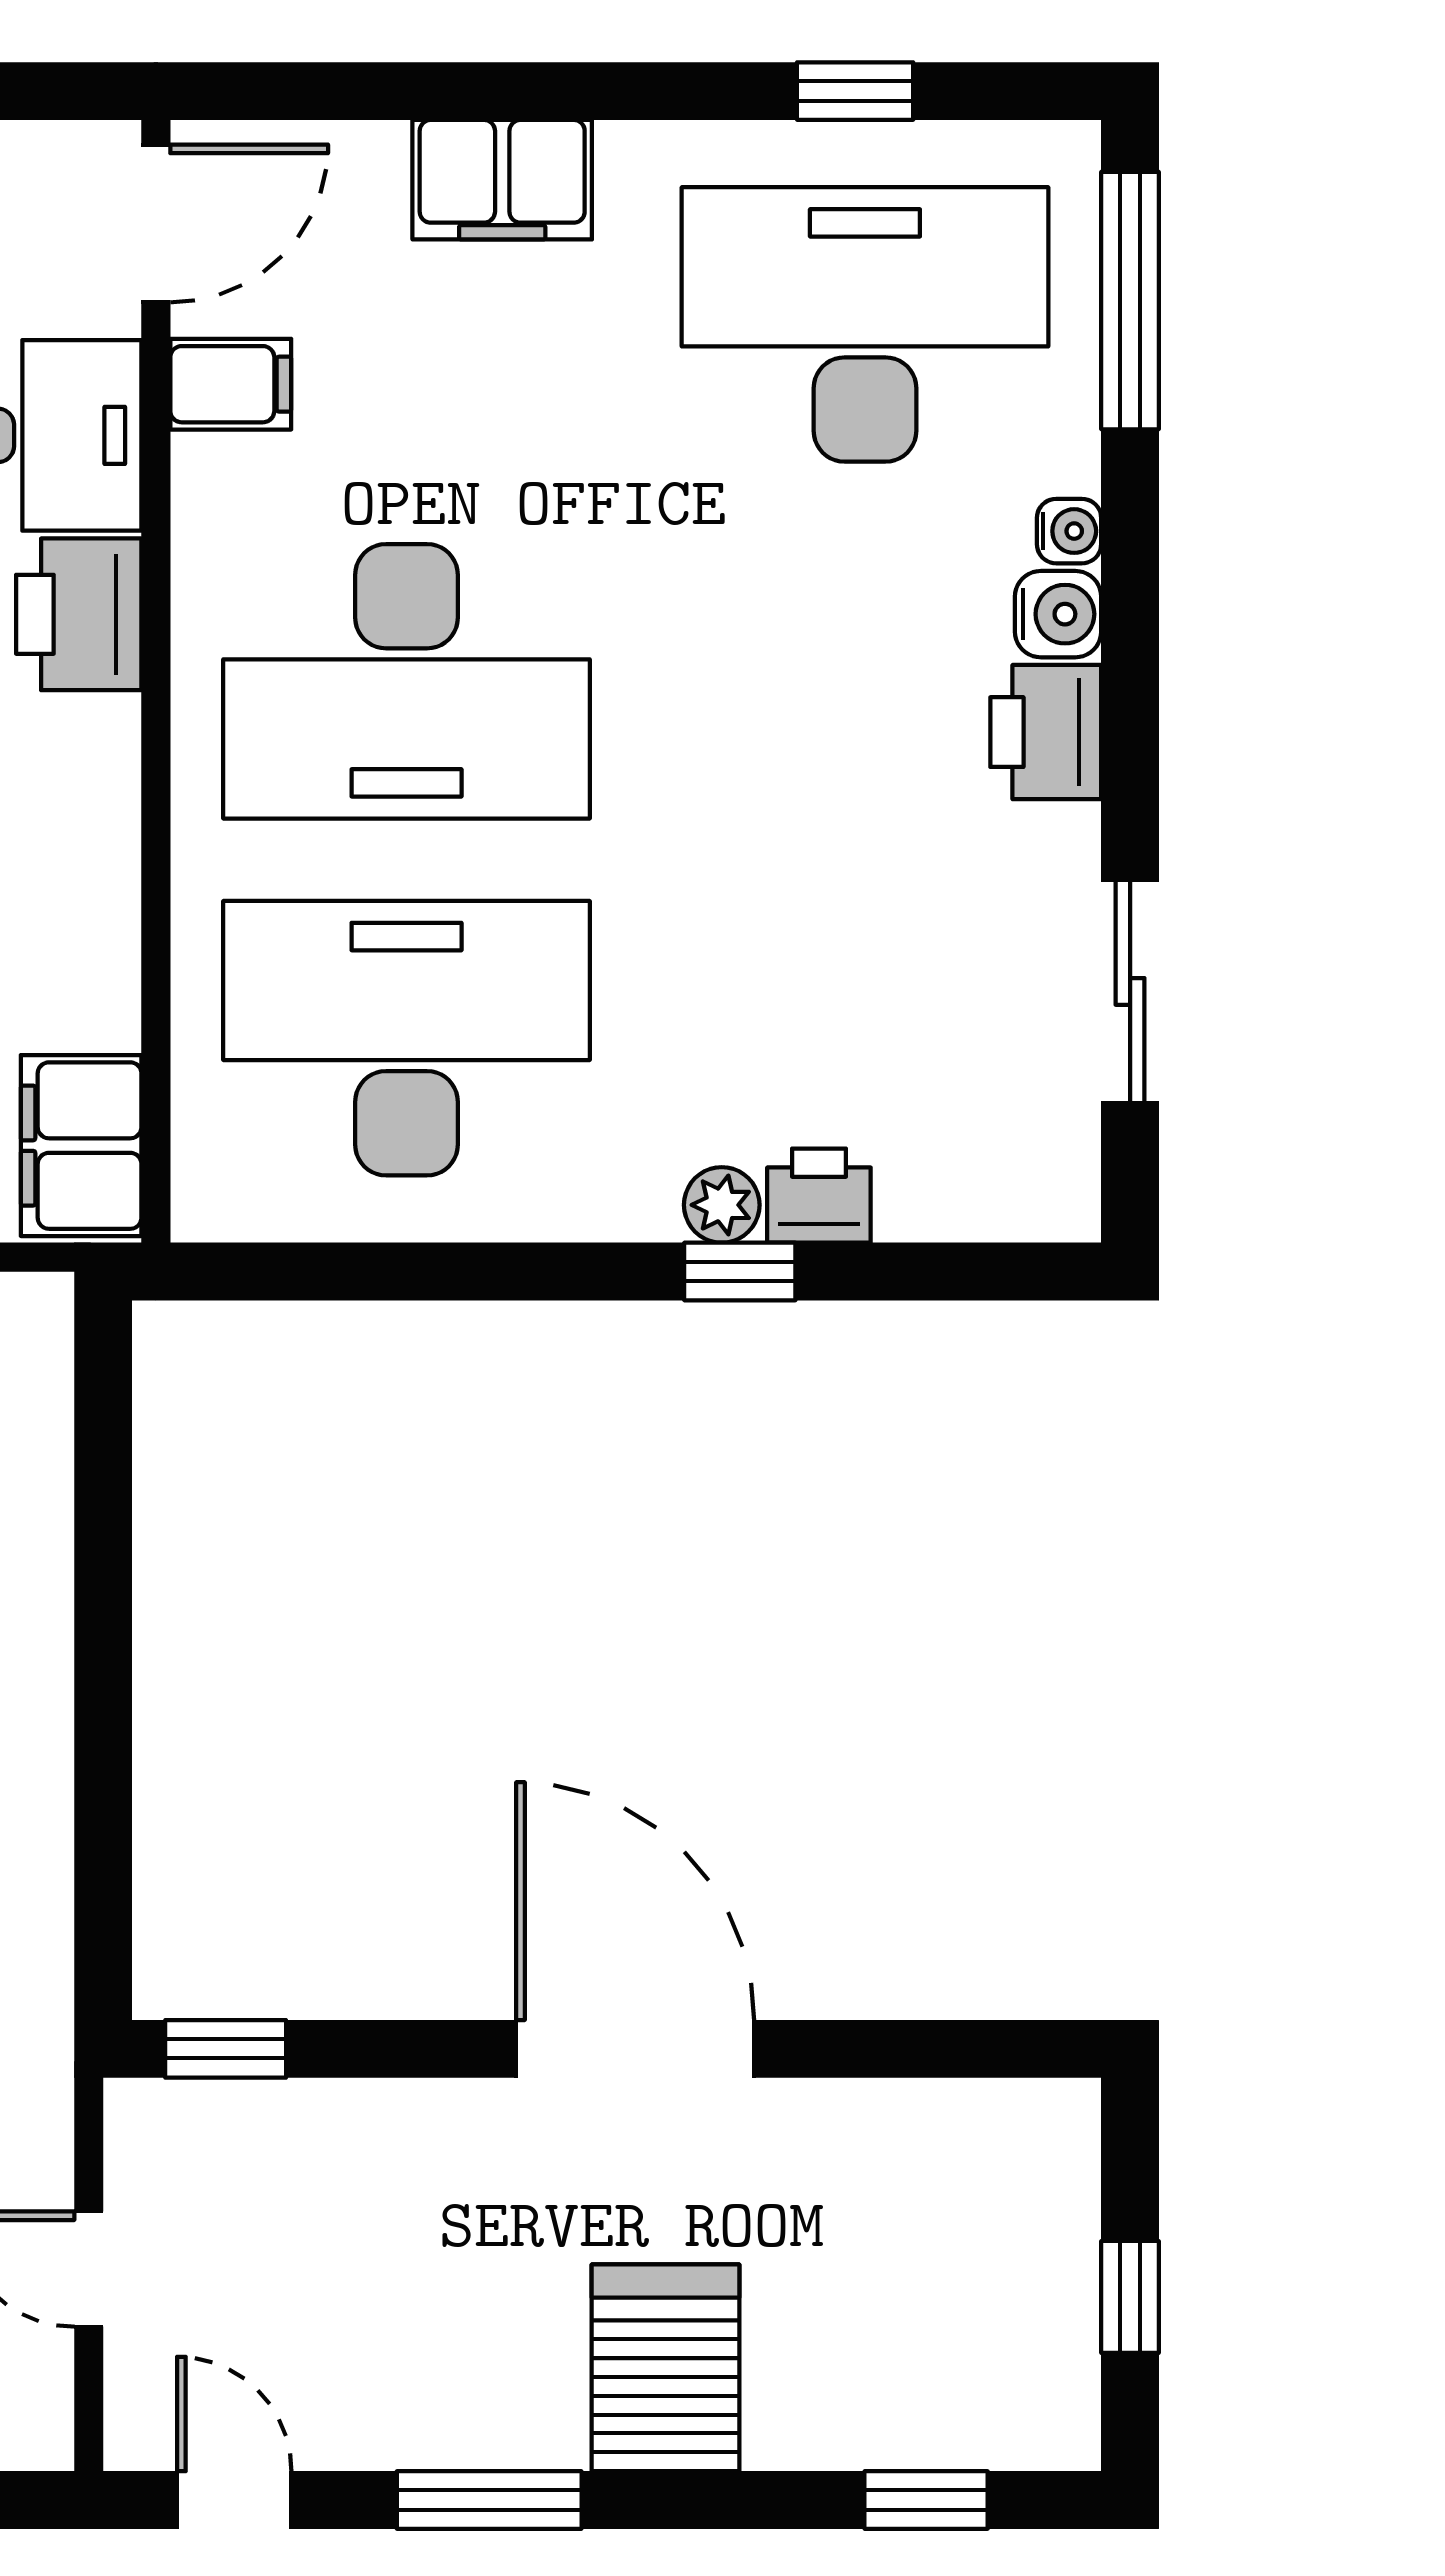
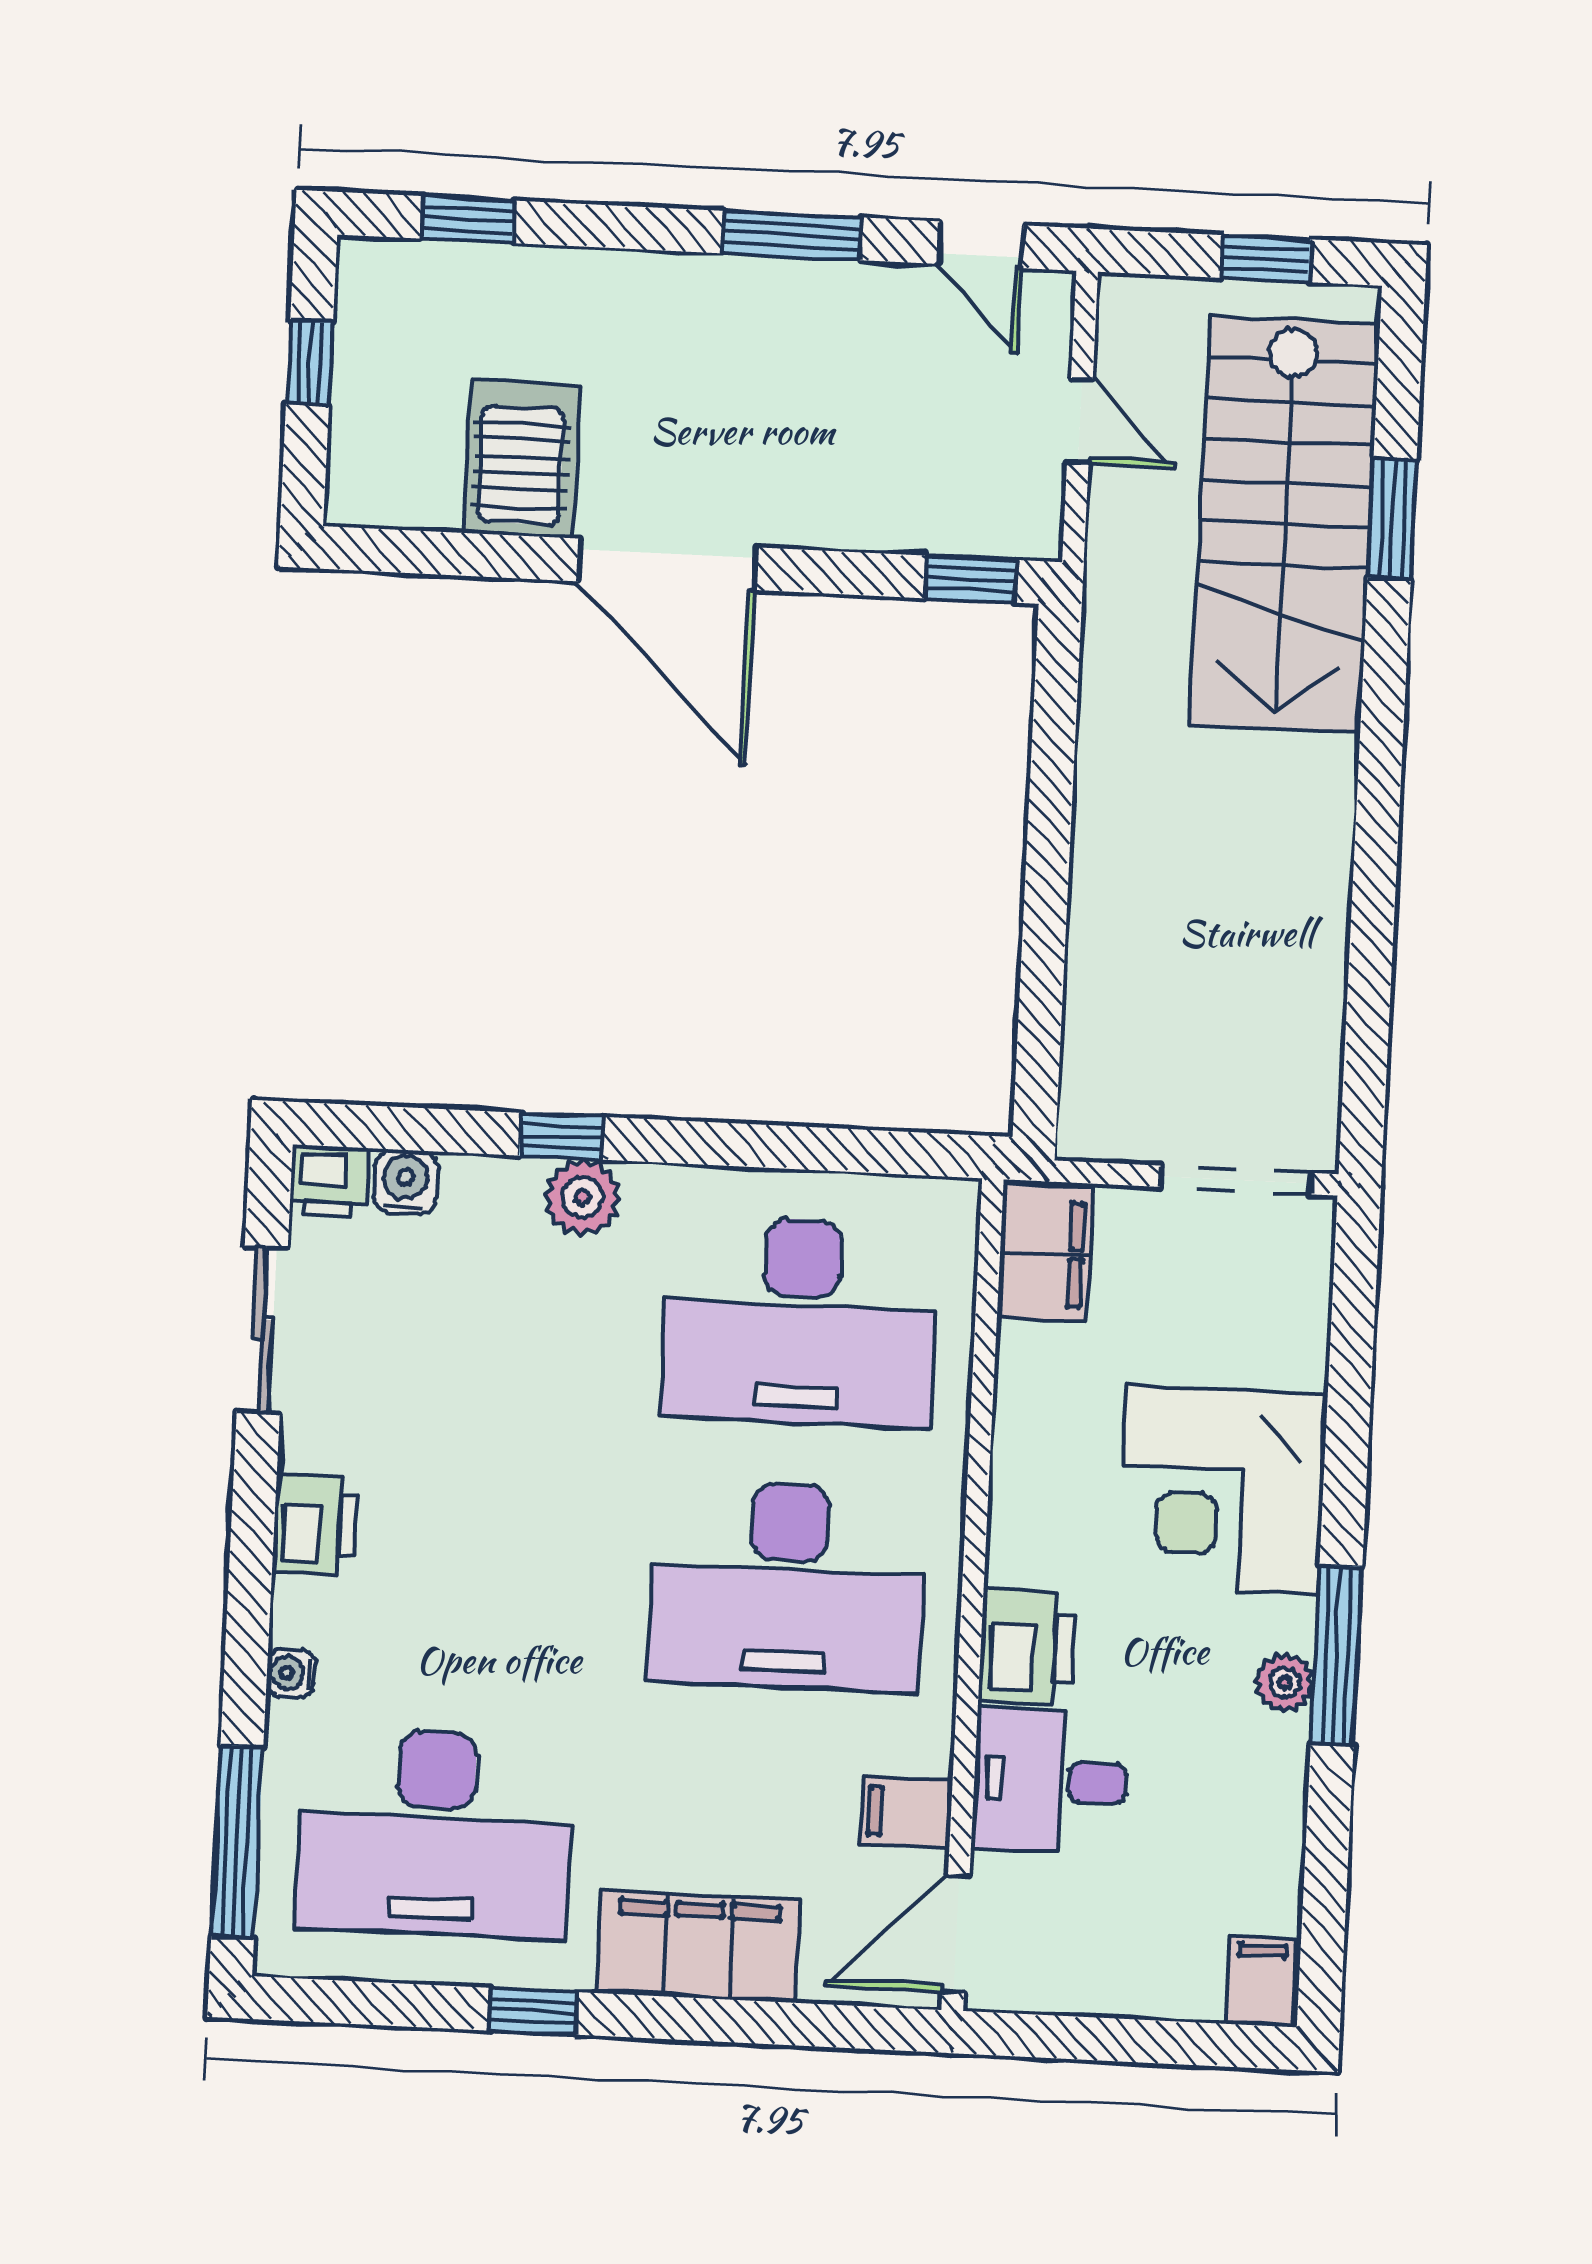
window: (855, 91) -> (533, 2011), moved
filing cabinet: (502, 180) -> (698, 1946), width x1.50, depth x1.17
water cooler: (1058, 614) -> (405, 1182), moved, turned 90
desk: (407, 681) -> (787, 1586), turned 180
printer: (819, 1196) -> (329, 1181), moved
plant: (722, 1205) -> (582, 1197), width x1.38, depth x1.38
server rack: (666, 2368) -> (521, 459), moved, turned 180

